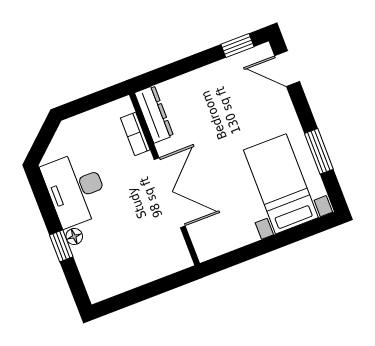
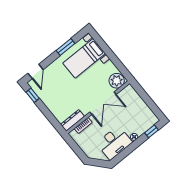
double door: (170, 193) -> (103, 103), swing flipped
plant: (209, 239) -> (117, 81), added
window: (61, 246) -> (152, 131), moved

